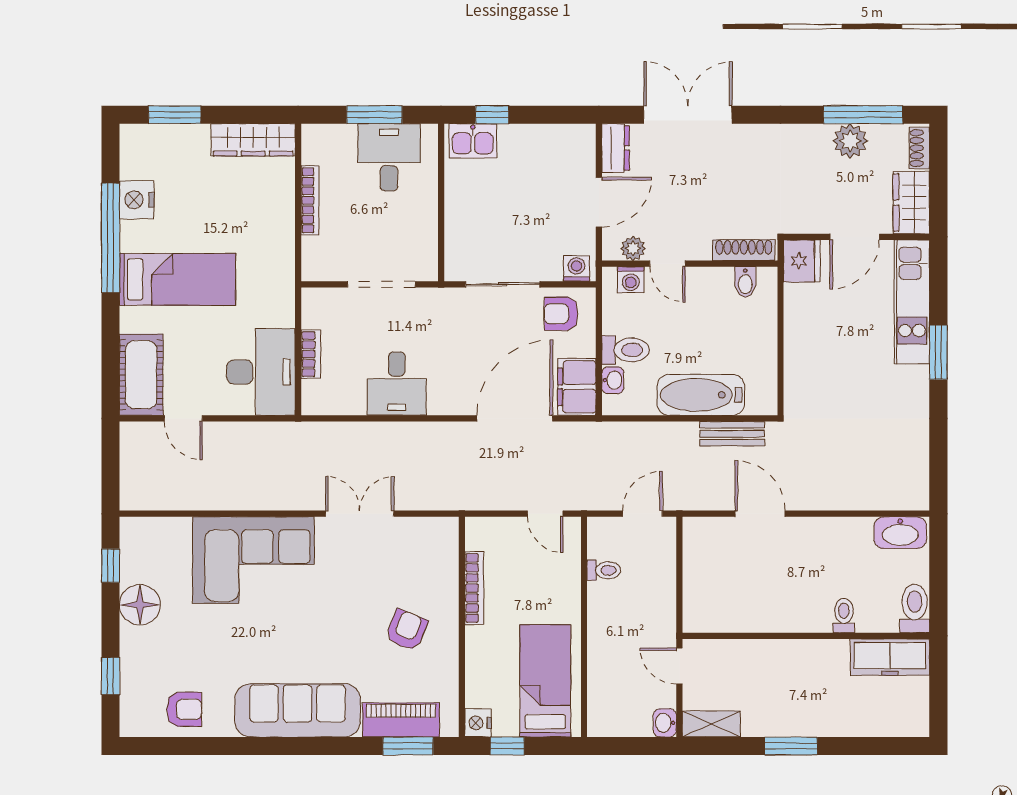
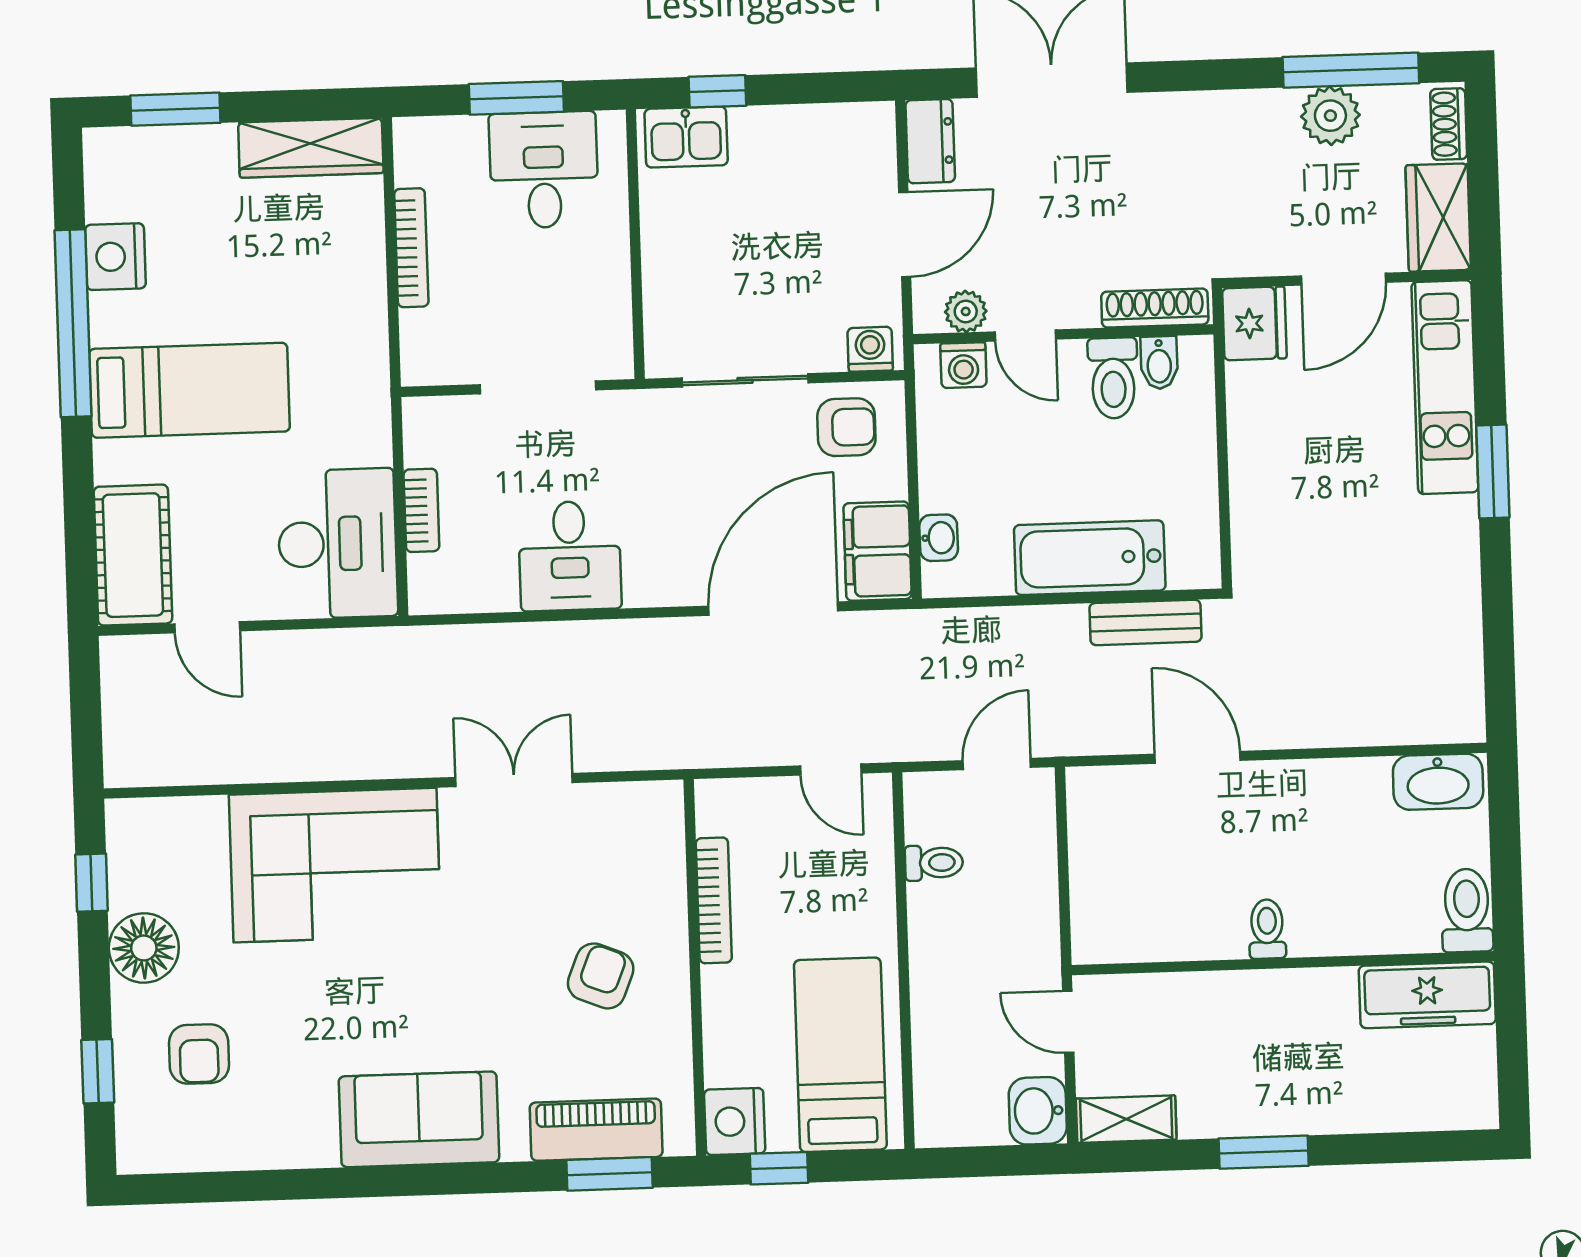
armchair: (561, 314) -> (846, 427), turned 180
toilet: (625, 350) -> (1113, 378), moved, turned 90
toilet: (844, 616) -> (1267, 929), moved
armchair: (184, 709) -> (199, 1054), moved, turned 90
sofa: (298, 710) -> (419, 1119), width x0.73
nightstand: (478, 723) -> (735, 1121), width x1.36, depth x1.33
washbasin: (665, 723) -> (1038, 1111), width x1.38, depth x1.45

